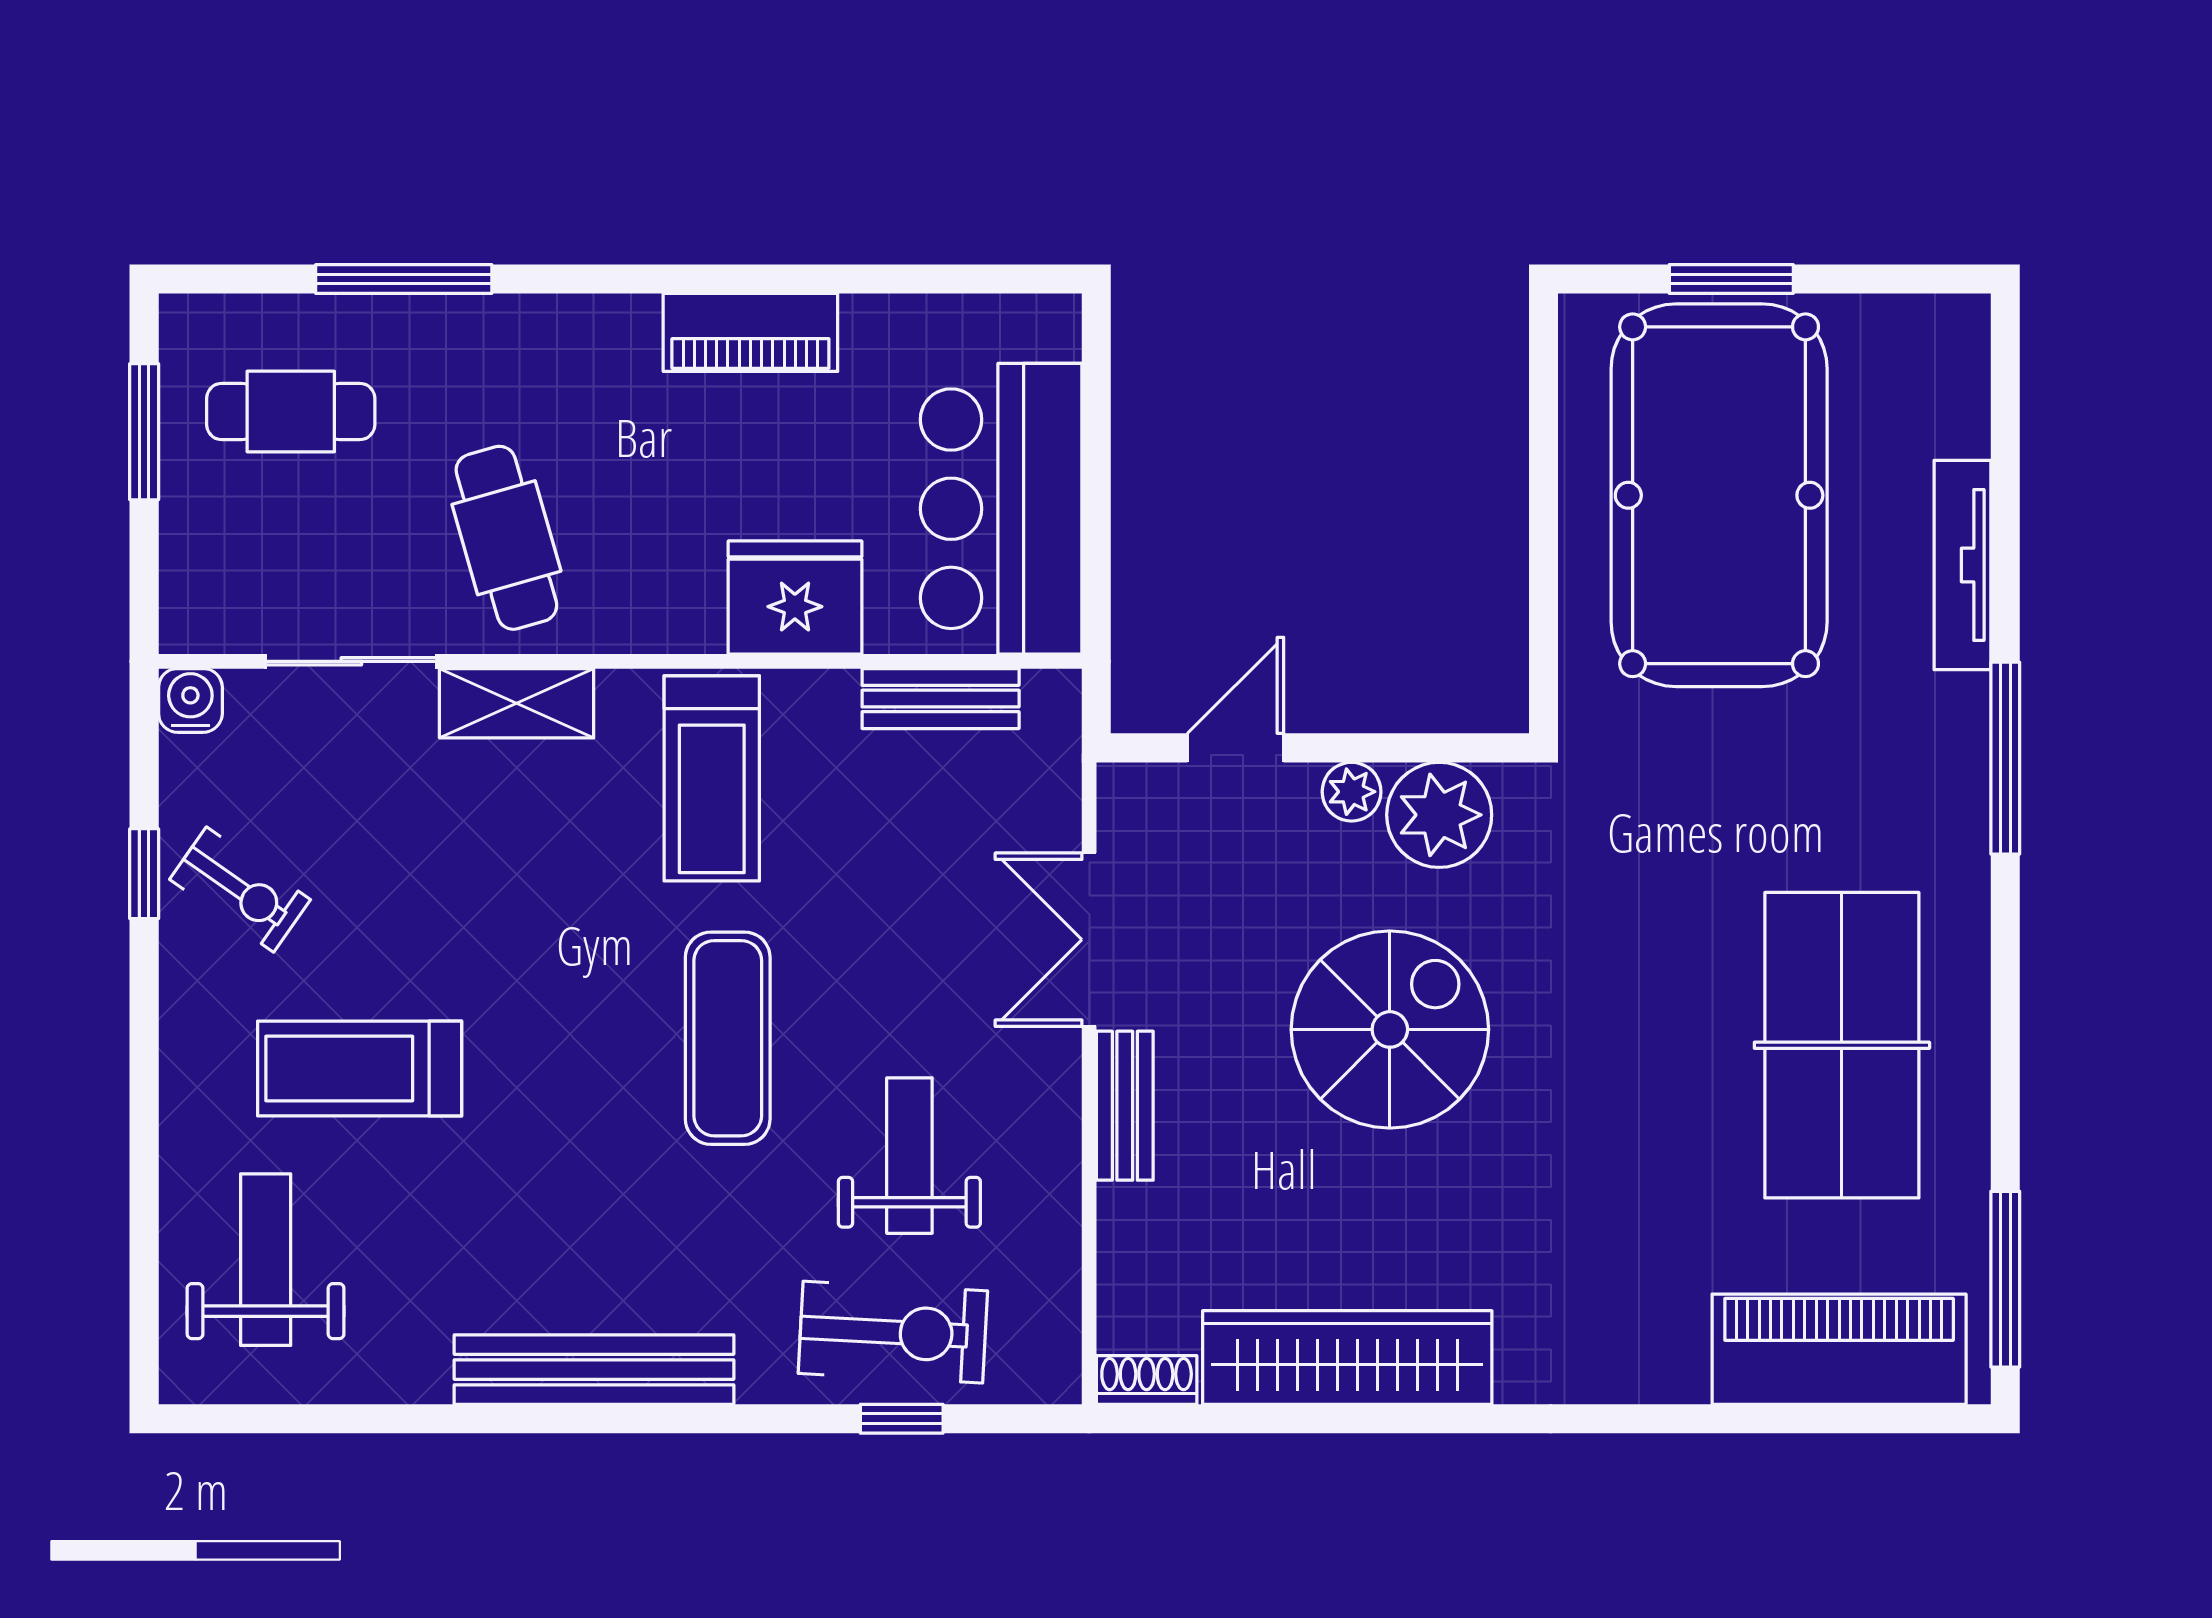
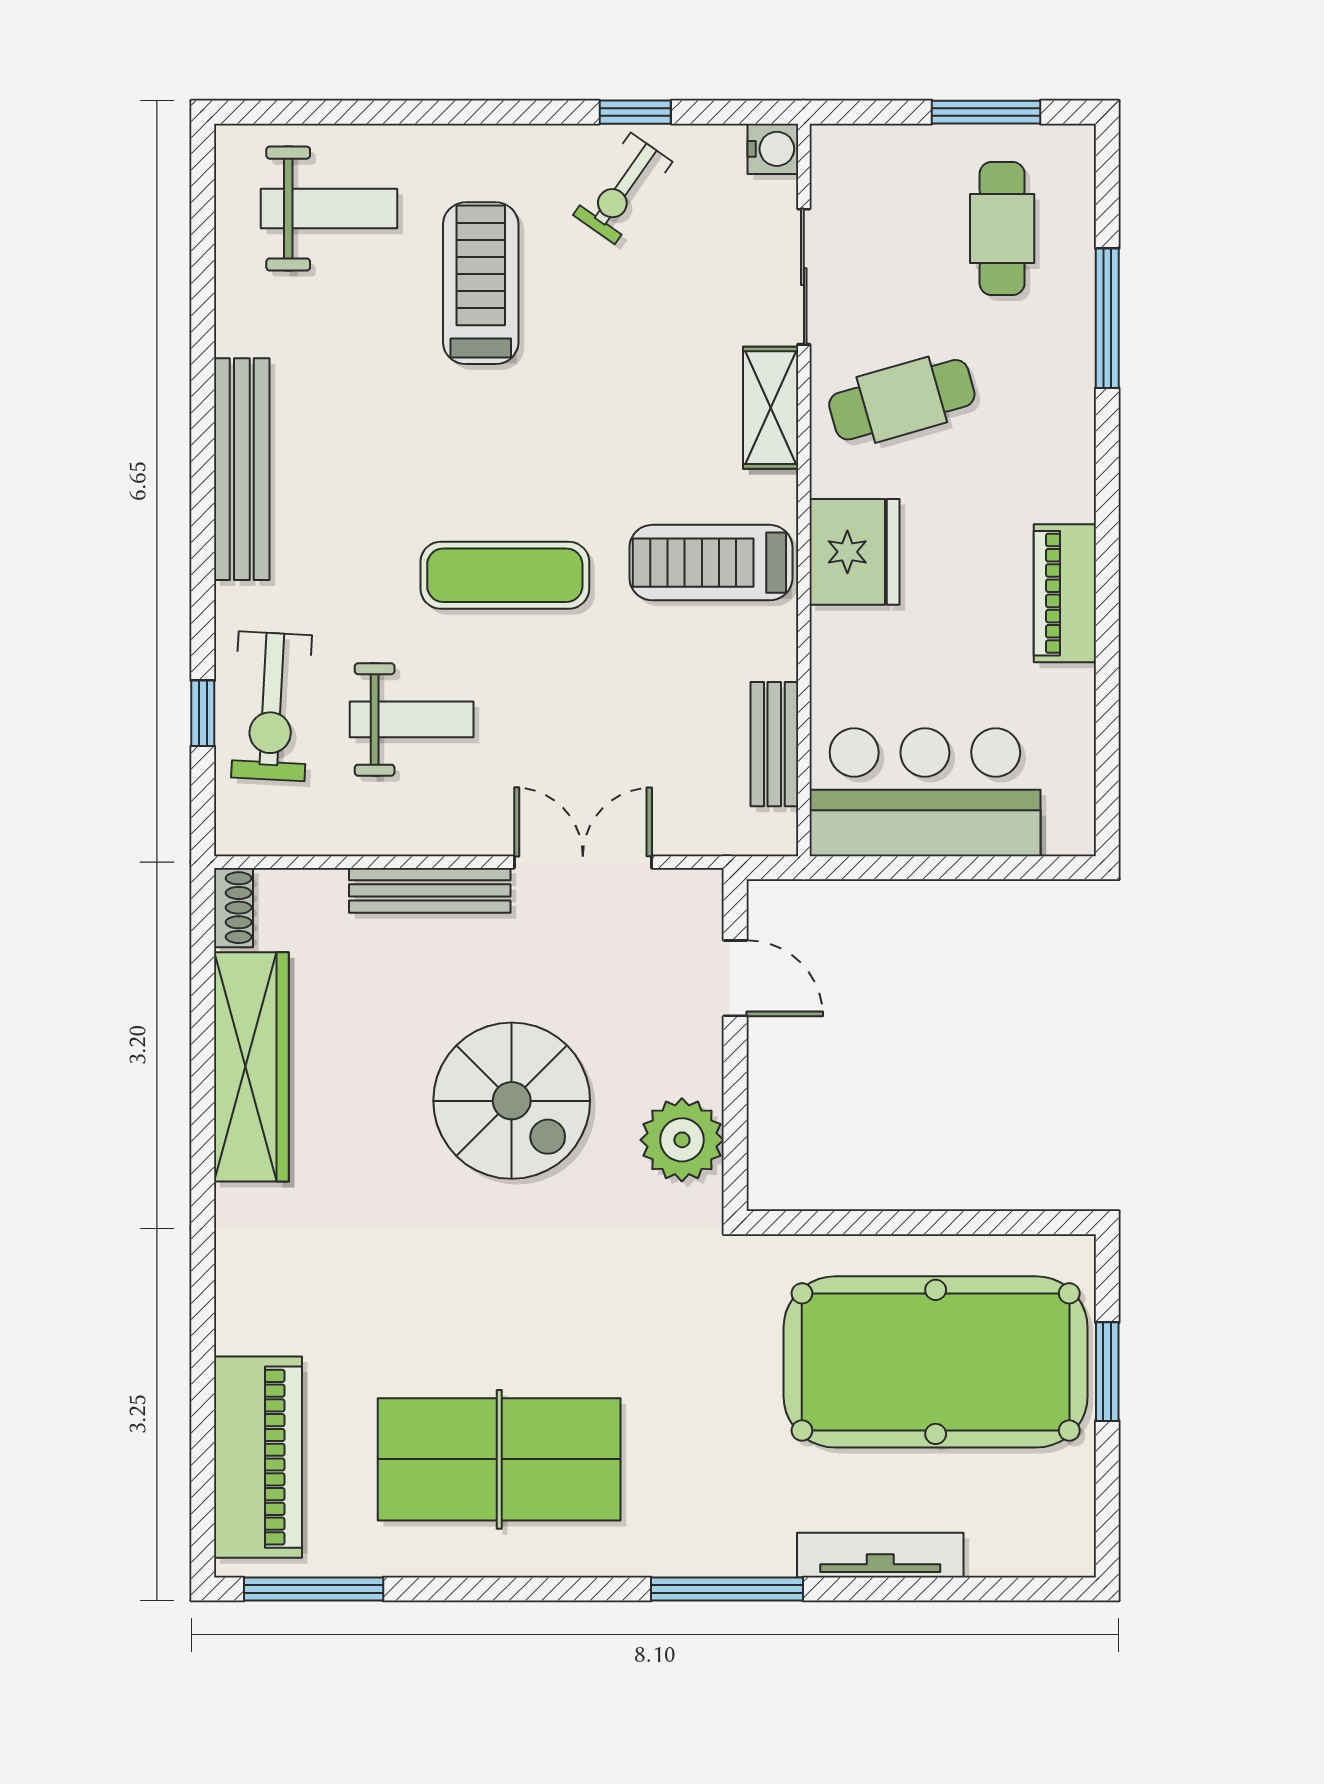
fridge: (795, 598) -> (854, 552), moved
plant: (1352, 792) -> (700, 1070), removed
bench: (1125, 1106) -> (430, 890), width x1.36

